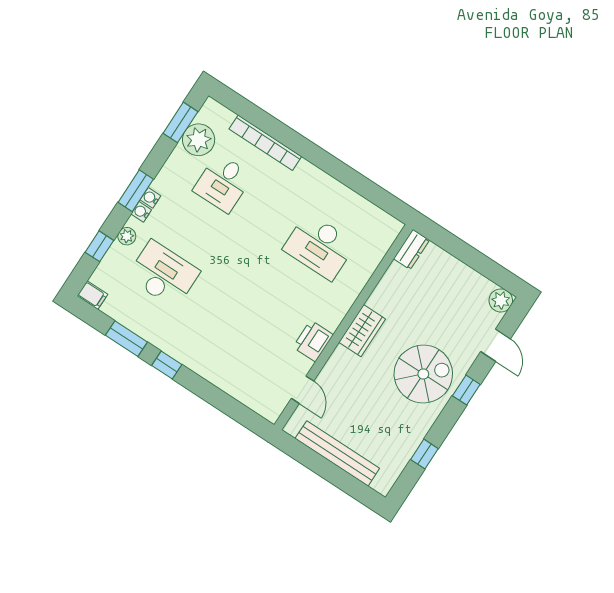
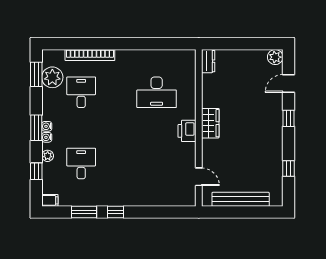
desk: (223, 183) -> (81, 92), turned 180
desk: (163, 274) -> (81, 164), width x0.73
printer: (313, 341) -> (187, 131), moved
door: (496, 345) -> (288, 83), swing flipped
spiral stairs: (423, 374) -> (259, 125), removed

